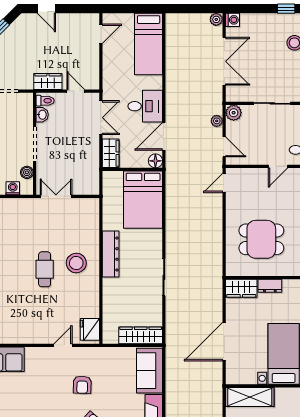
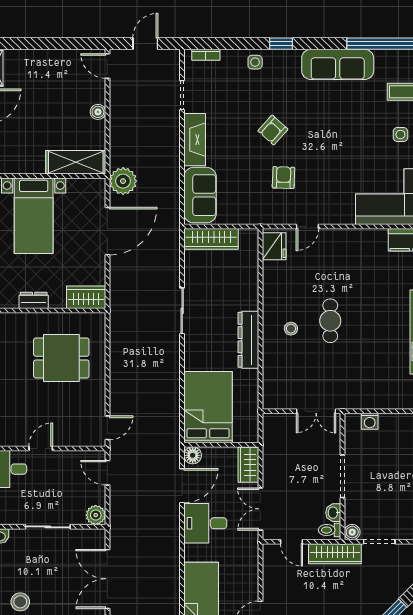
wardrobe: (48, 82) -> (335, 554), width x1.50
plant: (217, 121) -> (123, 181), moved, width x1.87, depth x1.87
boiler: (27, 172) -> (352, 532), moved
stool: (76, 263) -> (291, 329), width x0.53, depth x0.53
dresser: (270, 286) -> (34, 300), moved

